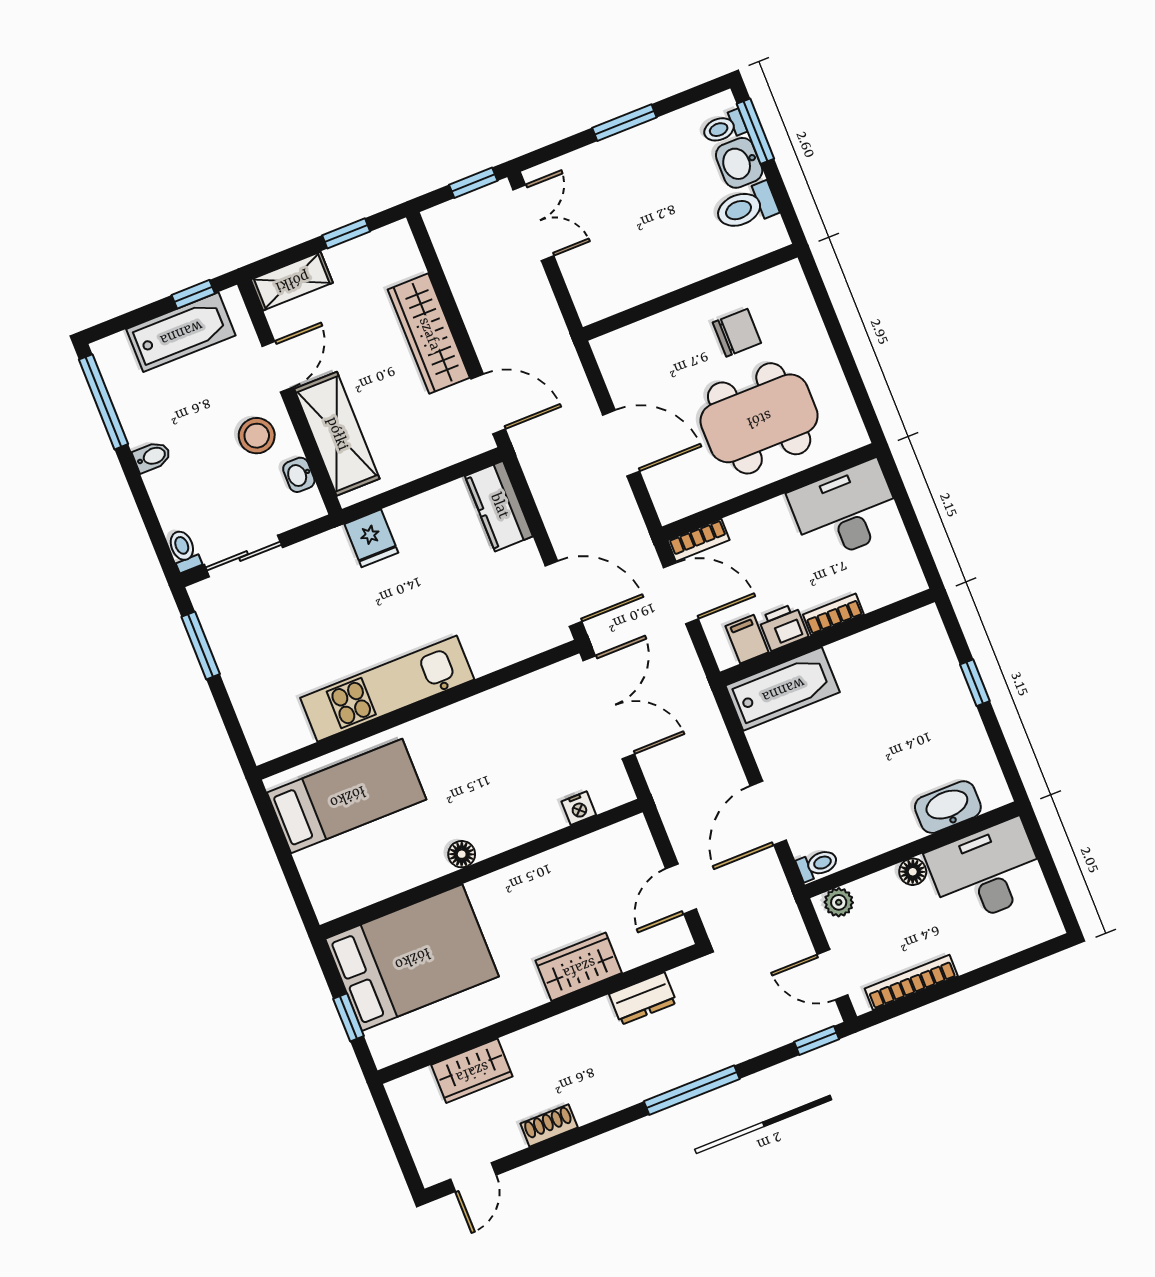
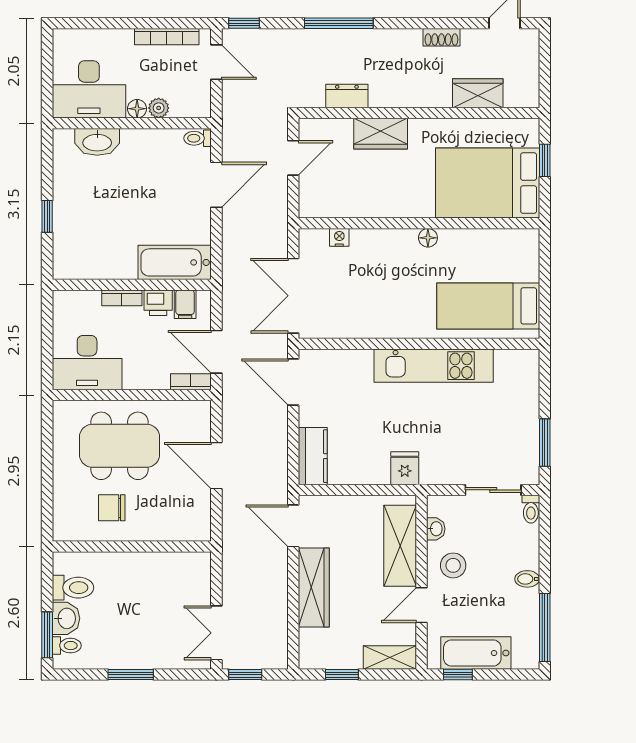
plant: (839, 902) -> (159, 108), moved

